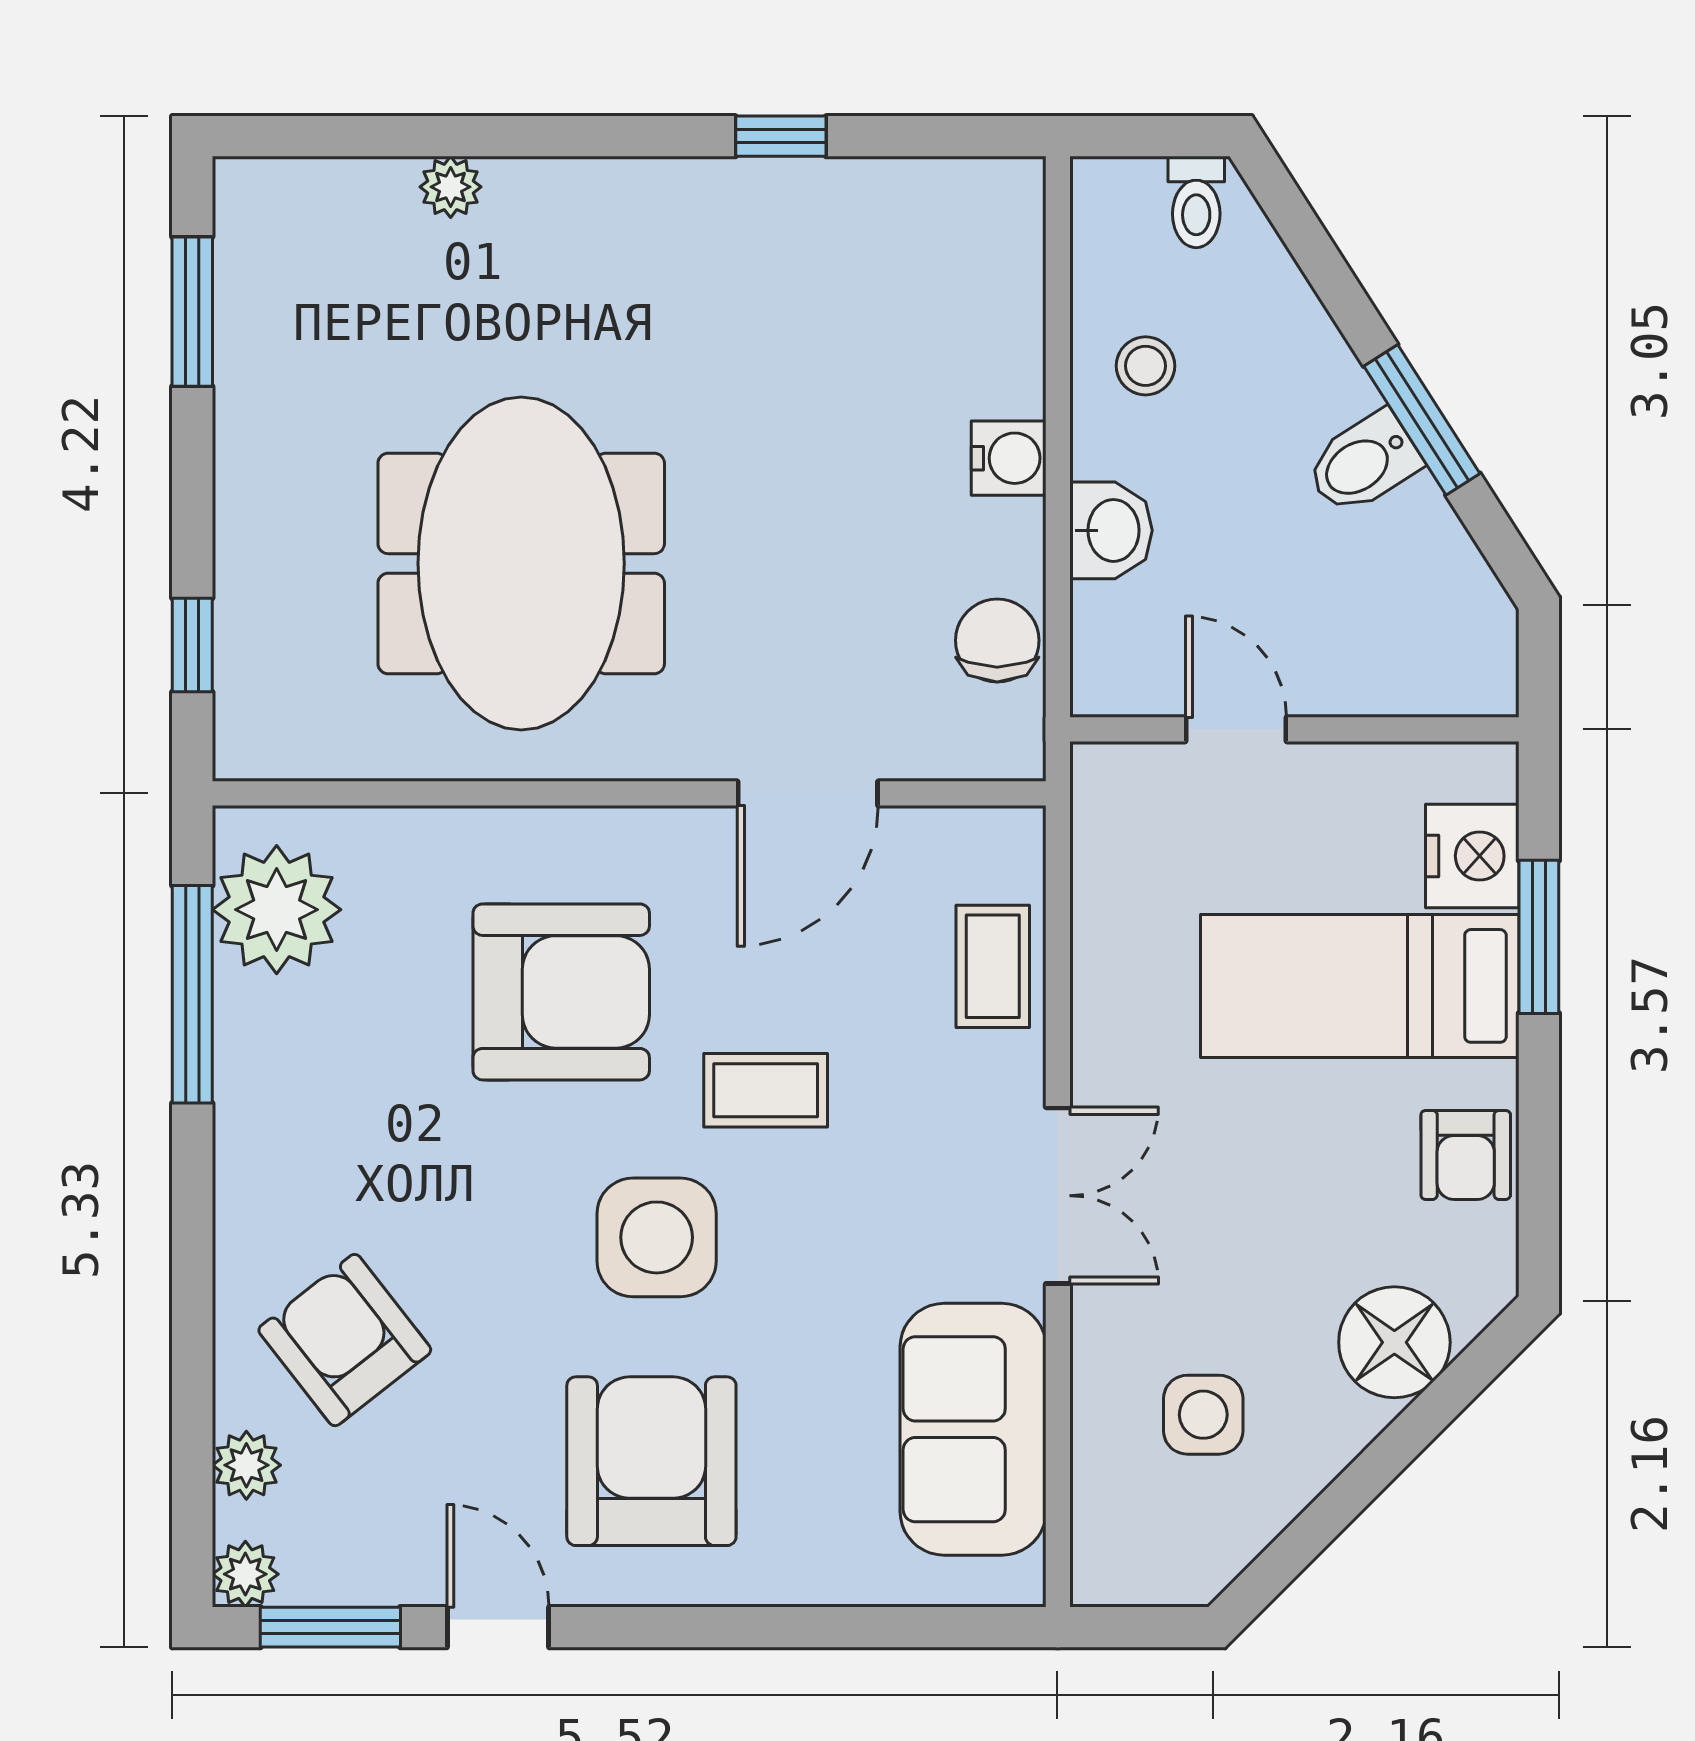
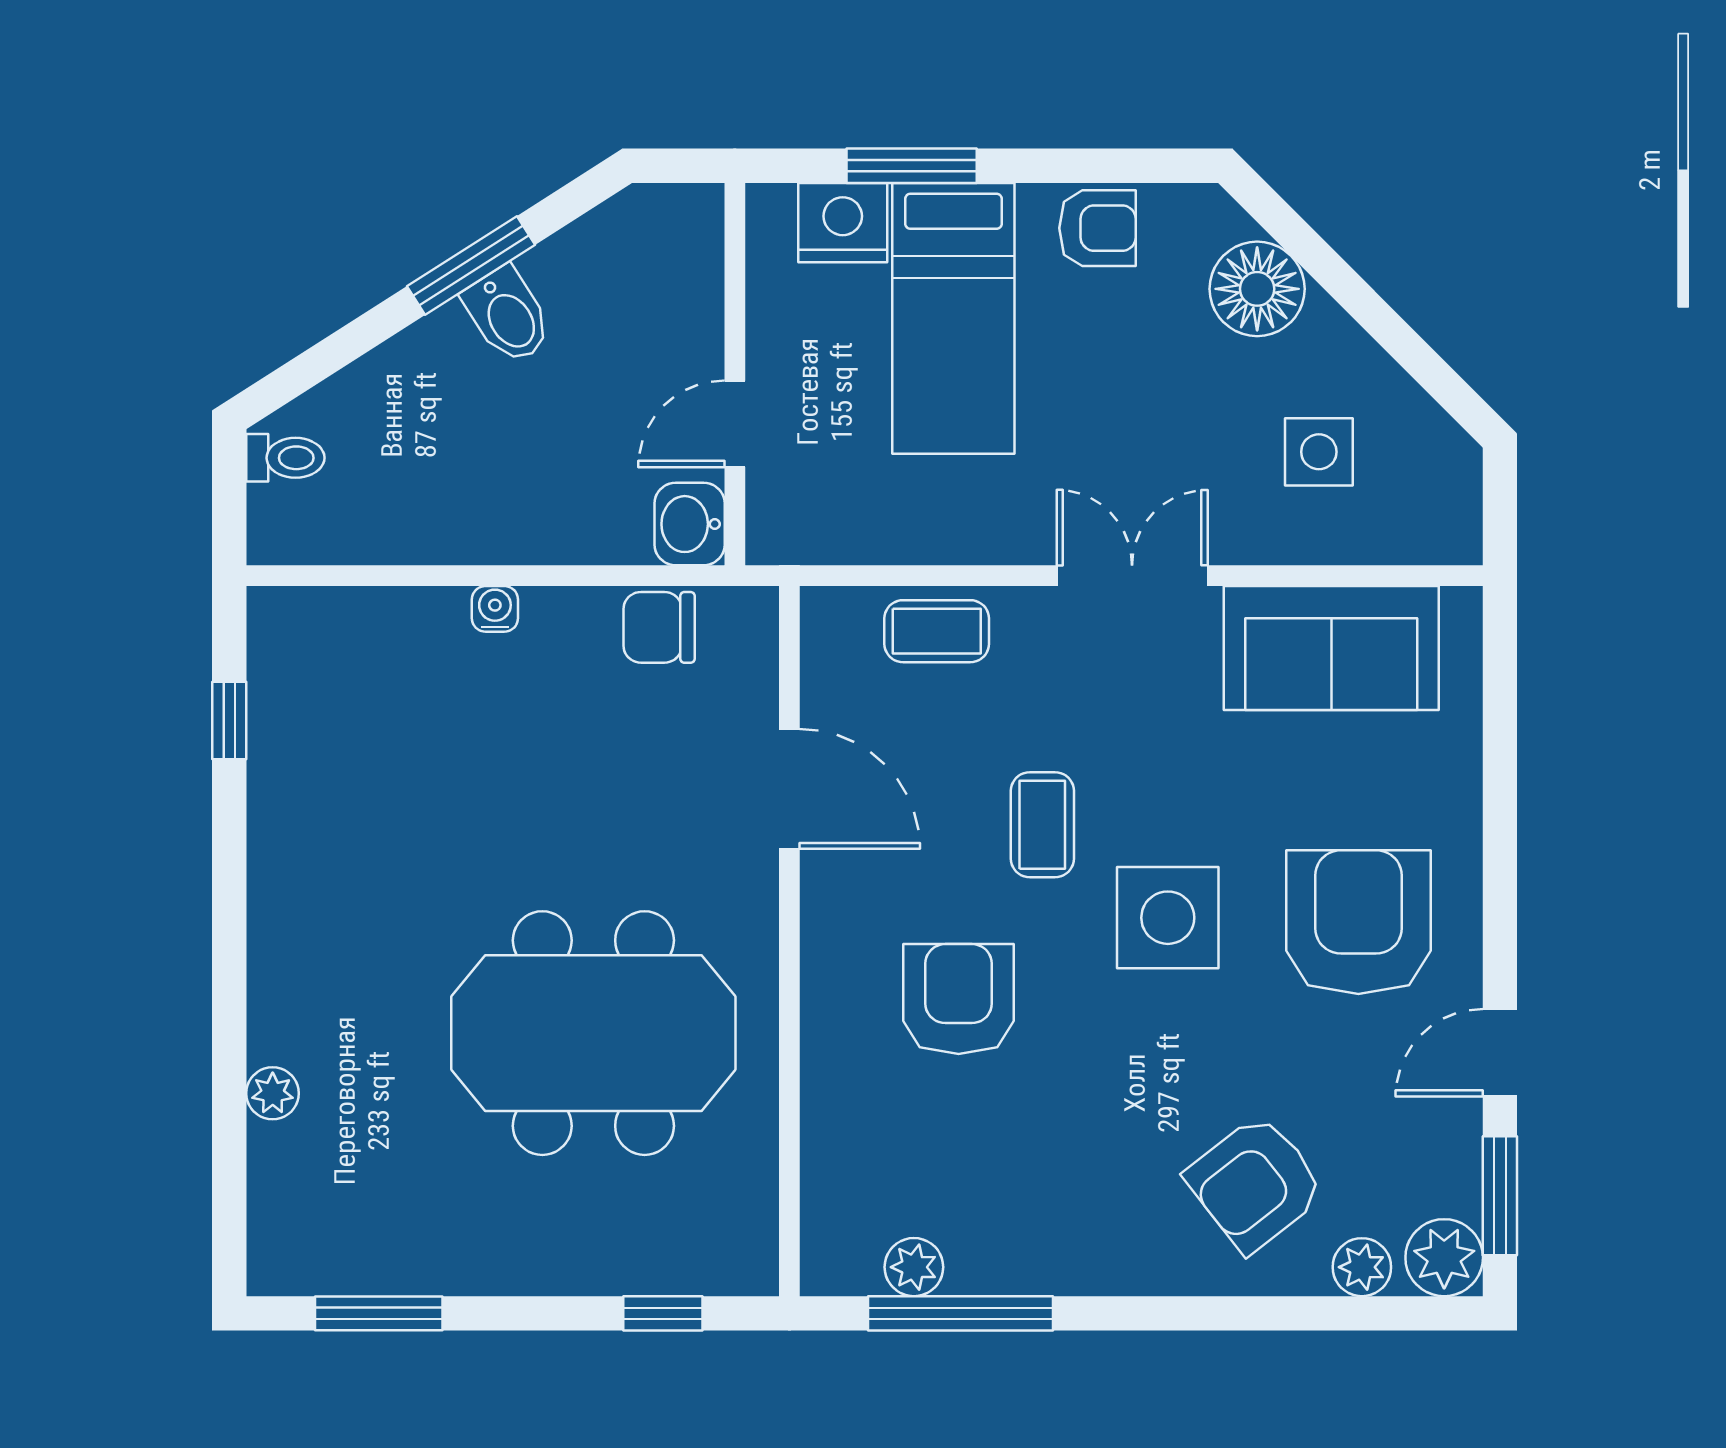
window: (781, 136) -> (229, 720), moved
stool: (1146, 366) -> (425, 501), removed
water cooler: (1009, 458) -> (495, 609), width x0.72, depth x0.72
washbasin: (1111, 530) -> (690, 524), moved, turned -90
plant: (277, 910) -> (914, 1267), width x0.53, depth x0.53
armchair: (561, 992) -> (959, 999), width x0.73, depth x0.73
armchair: (651, 1461) -> (1358, 922), turned 90
plant: (245, 1574) -> (1444, 1258), width x1.38, depth x1.38

